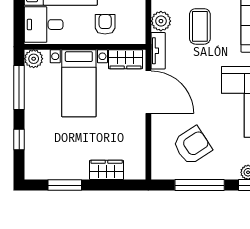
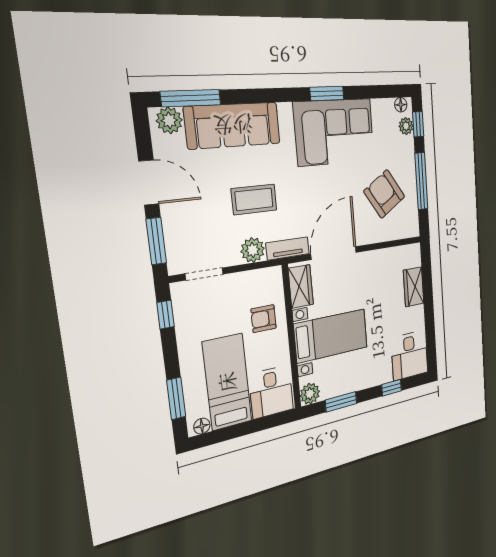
window: (19, 87) -> (341, 402), width x0.69
desk: (45, 161) -> (410, 355), added
window: (65, 185) -> (430, 329), removed

